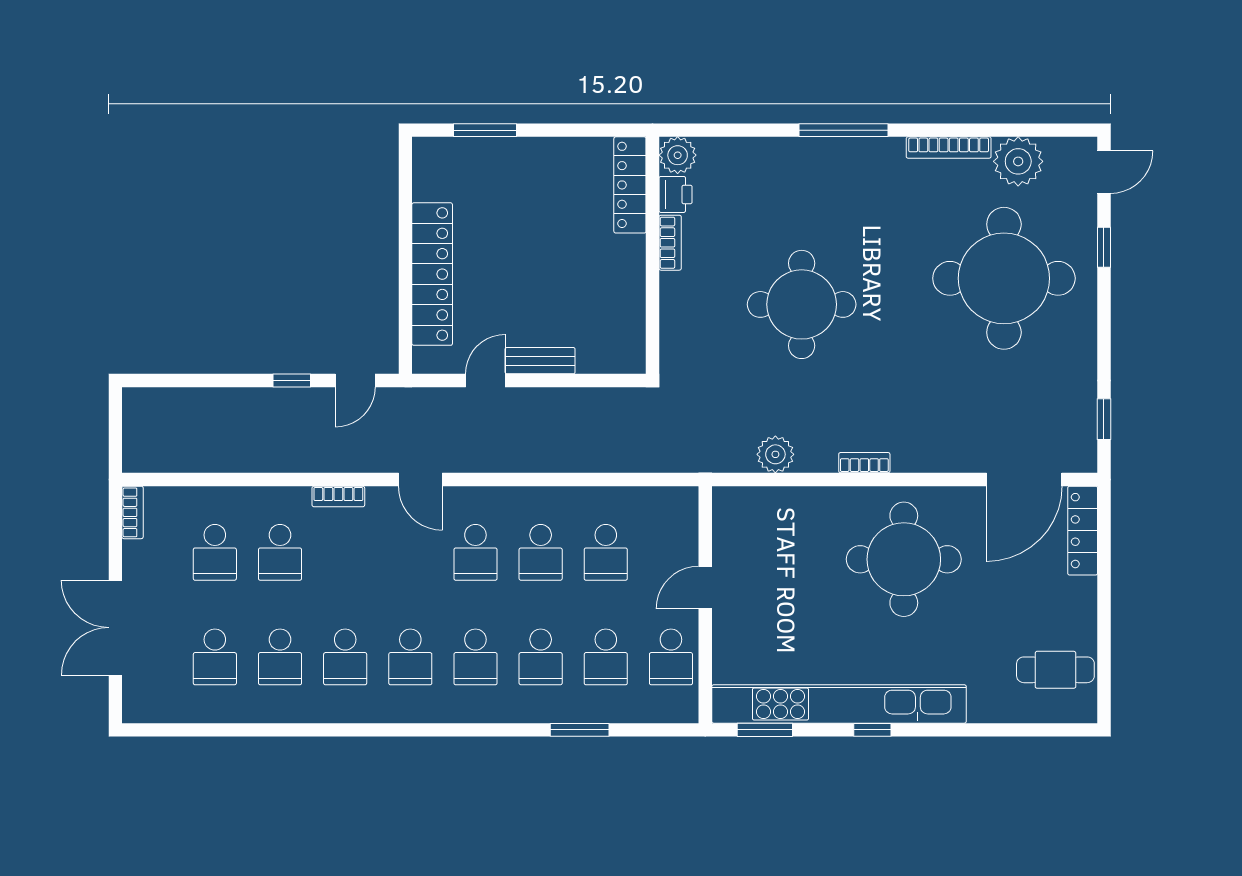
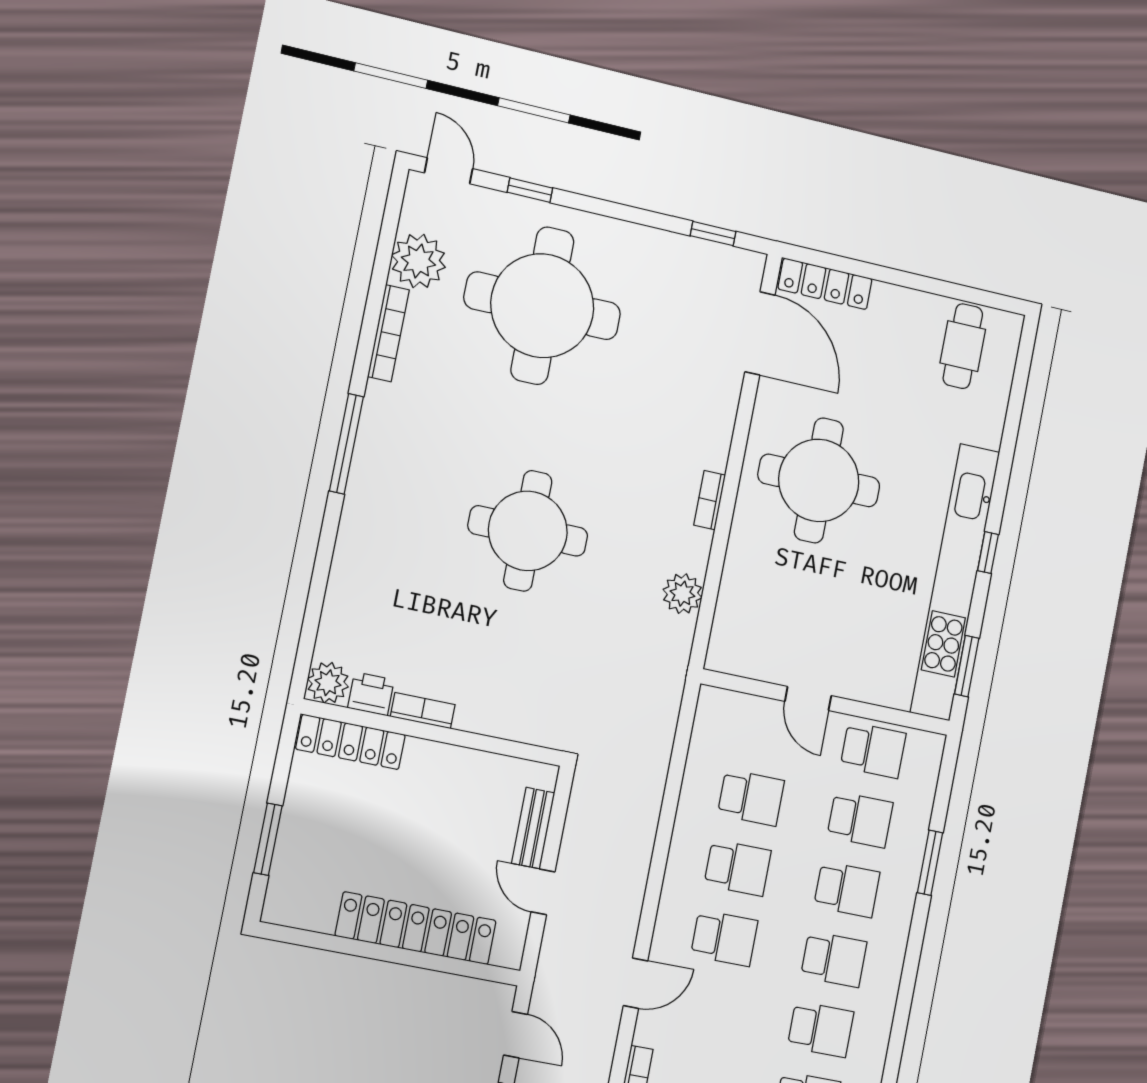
plant: (678, 155) -> (328, 683), moved
locker: (630, 185) -> (350, 742), moved
printer: (676, 194) -> (371, 694), moved
bookcase: (670, 243) -> (423, 711), moved
wall: (653, 255) -> (433, 733), moved

